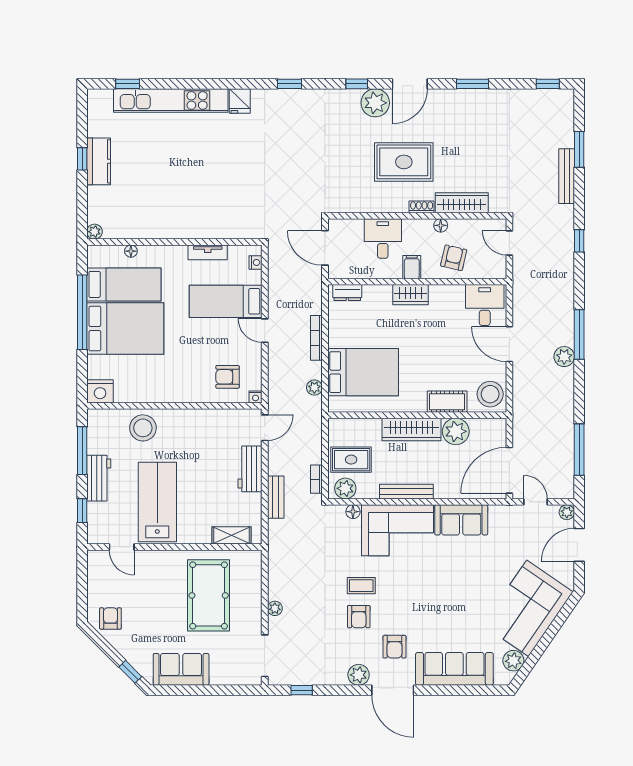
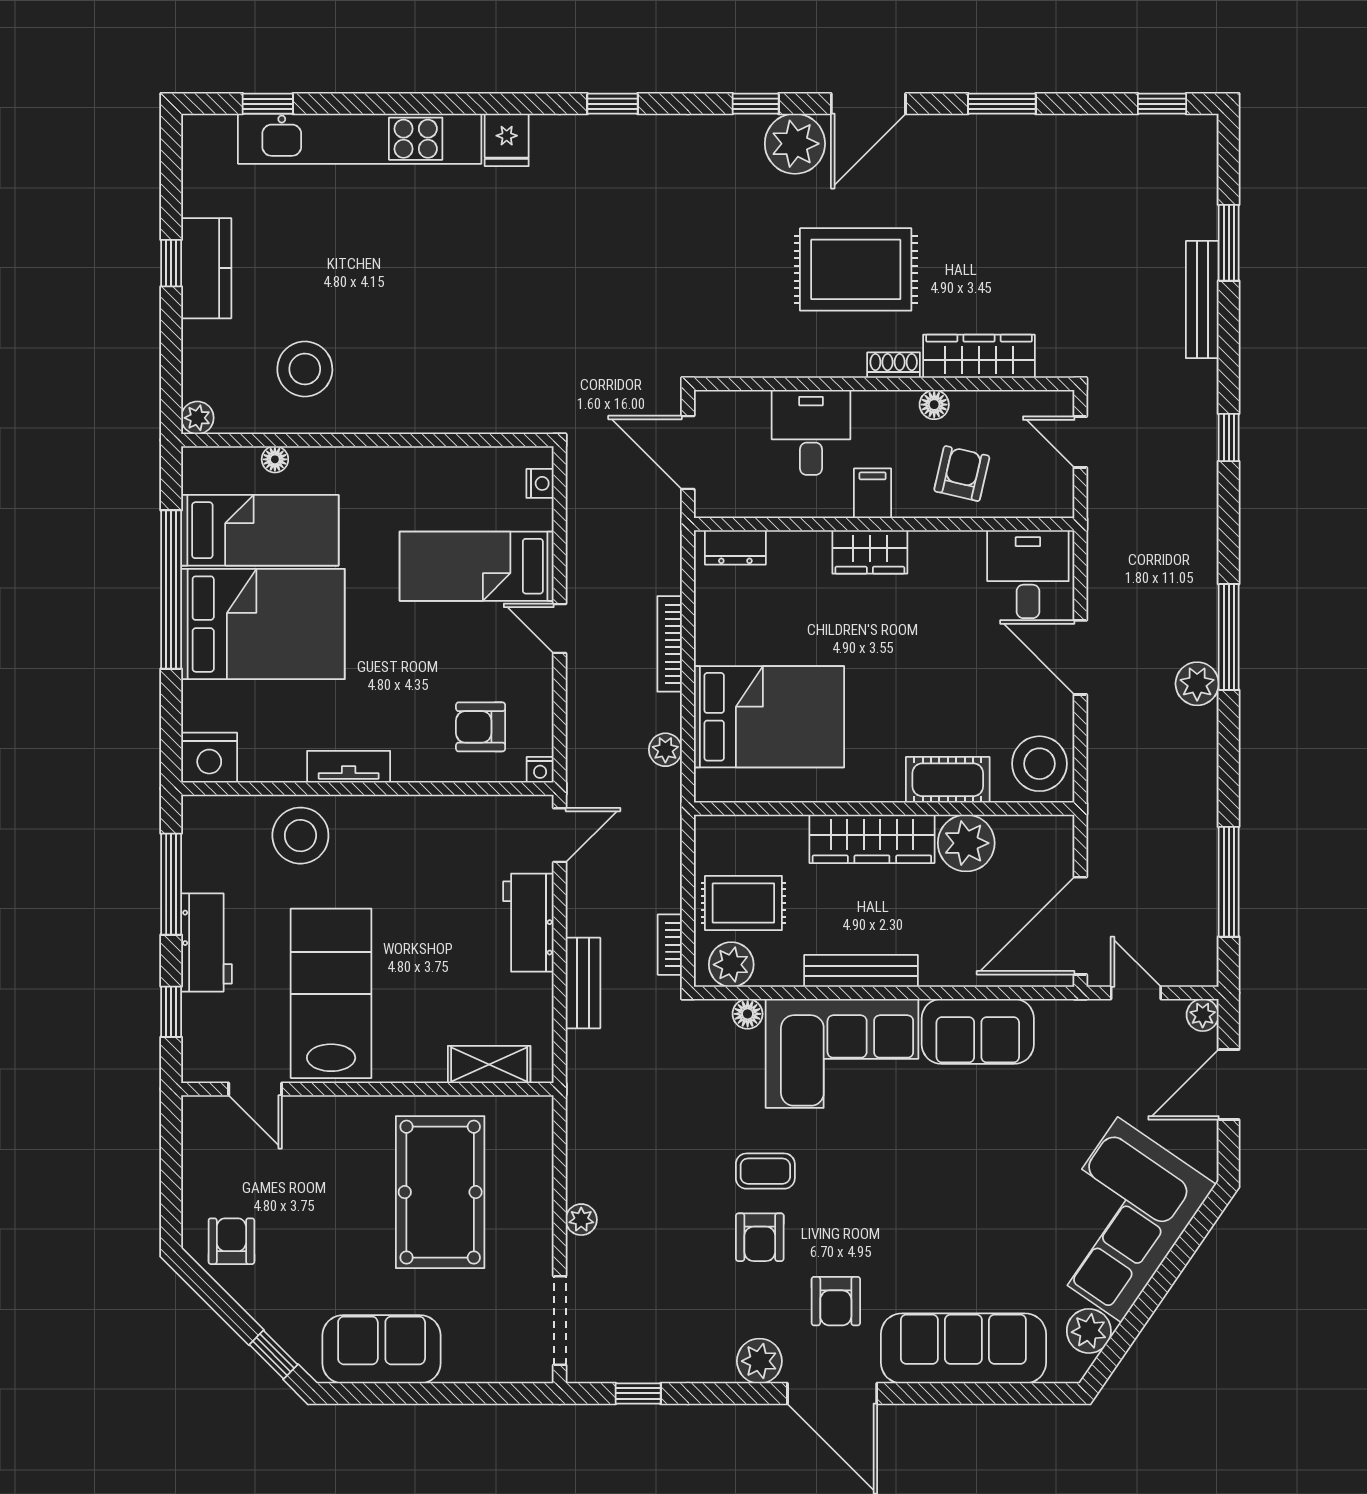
stool: (145, 209) -> (305, 369), added
tv unit: (208, 252) -> (349, 767), moved, turned 180

